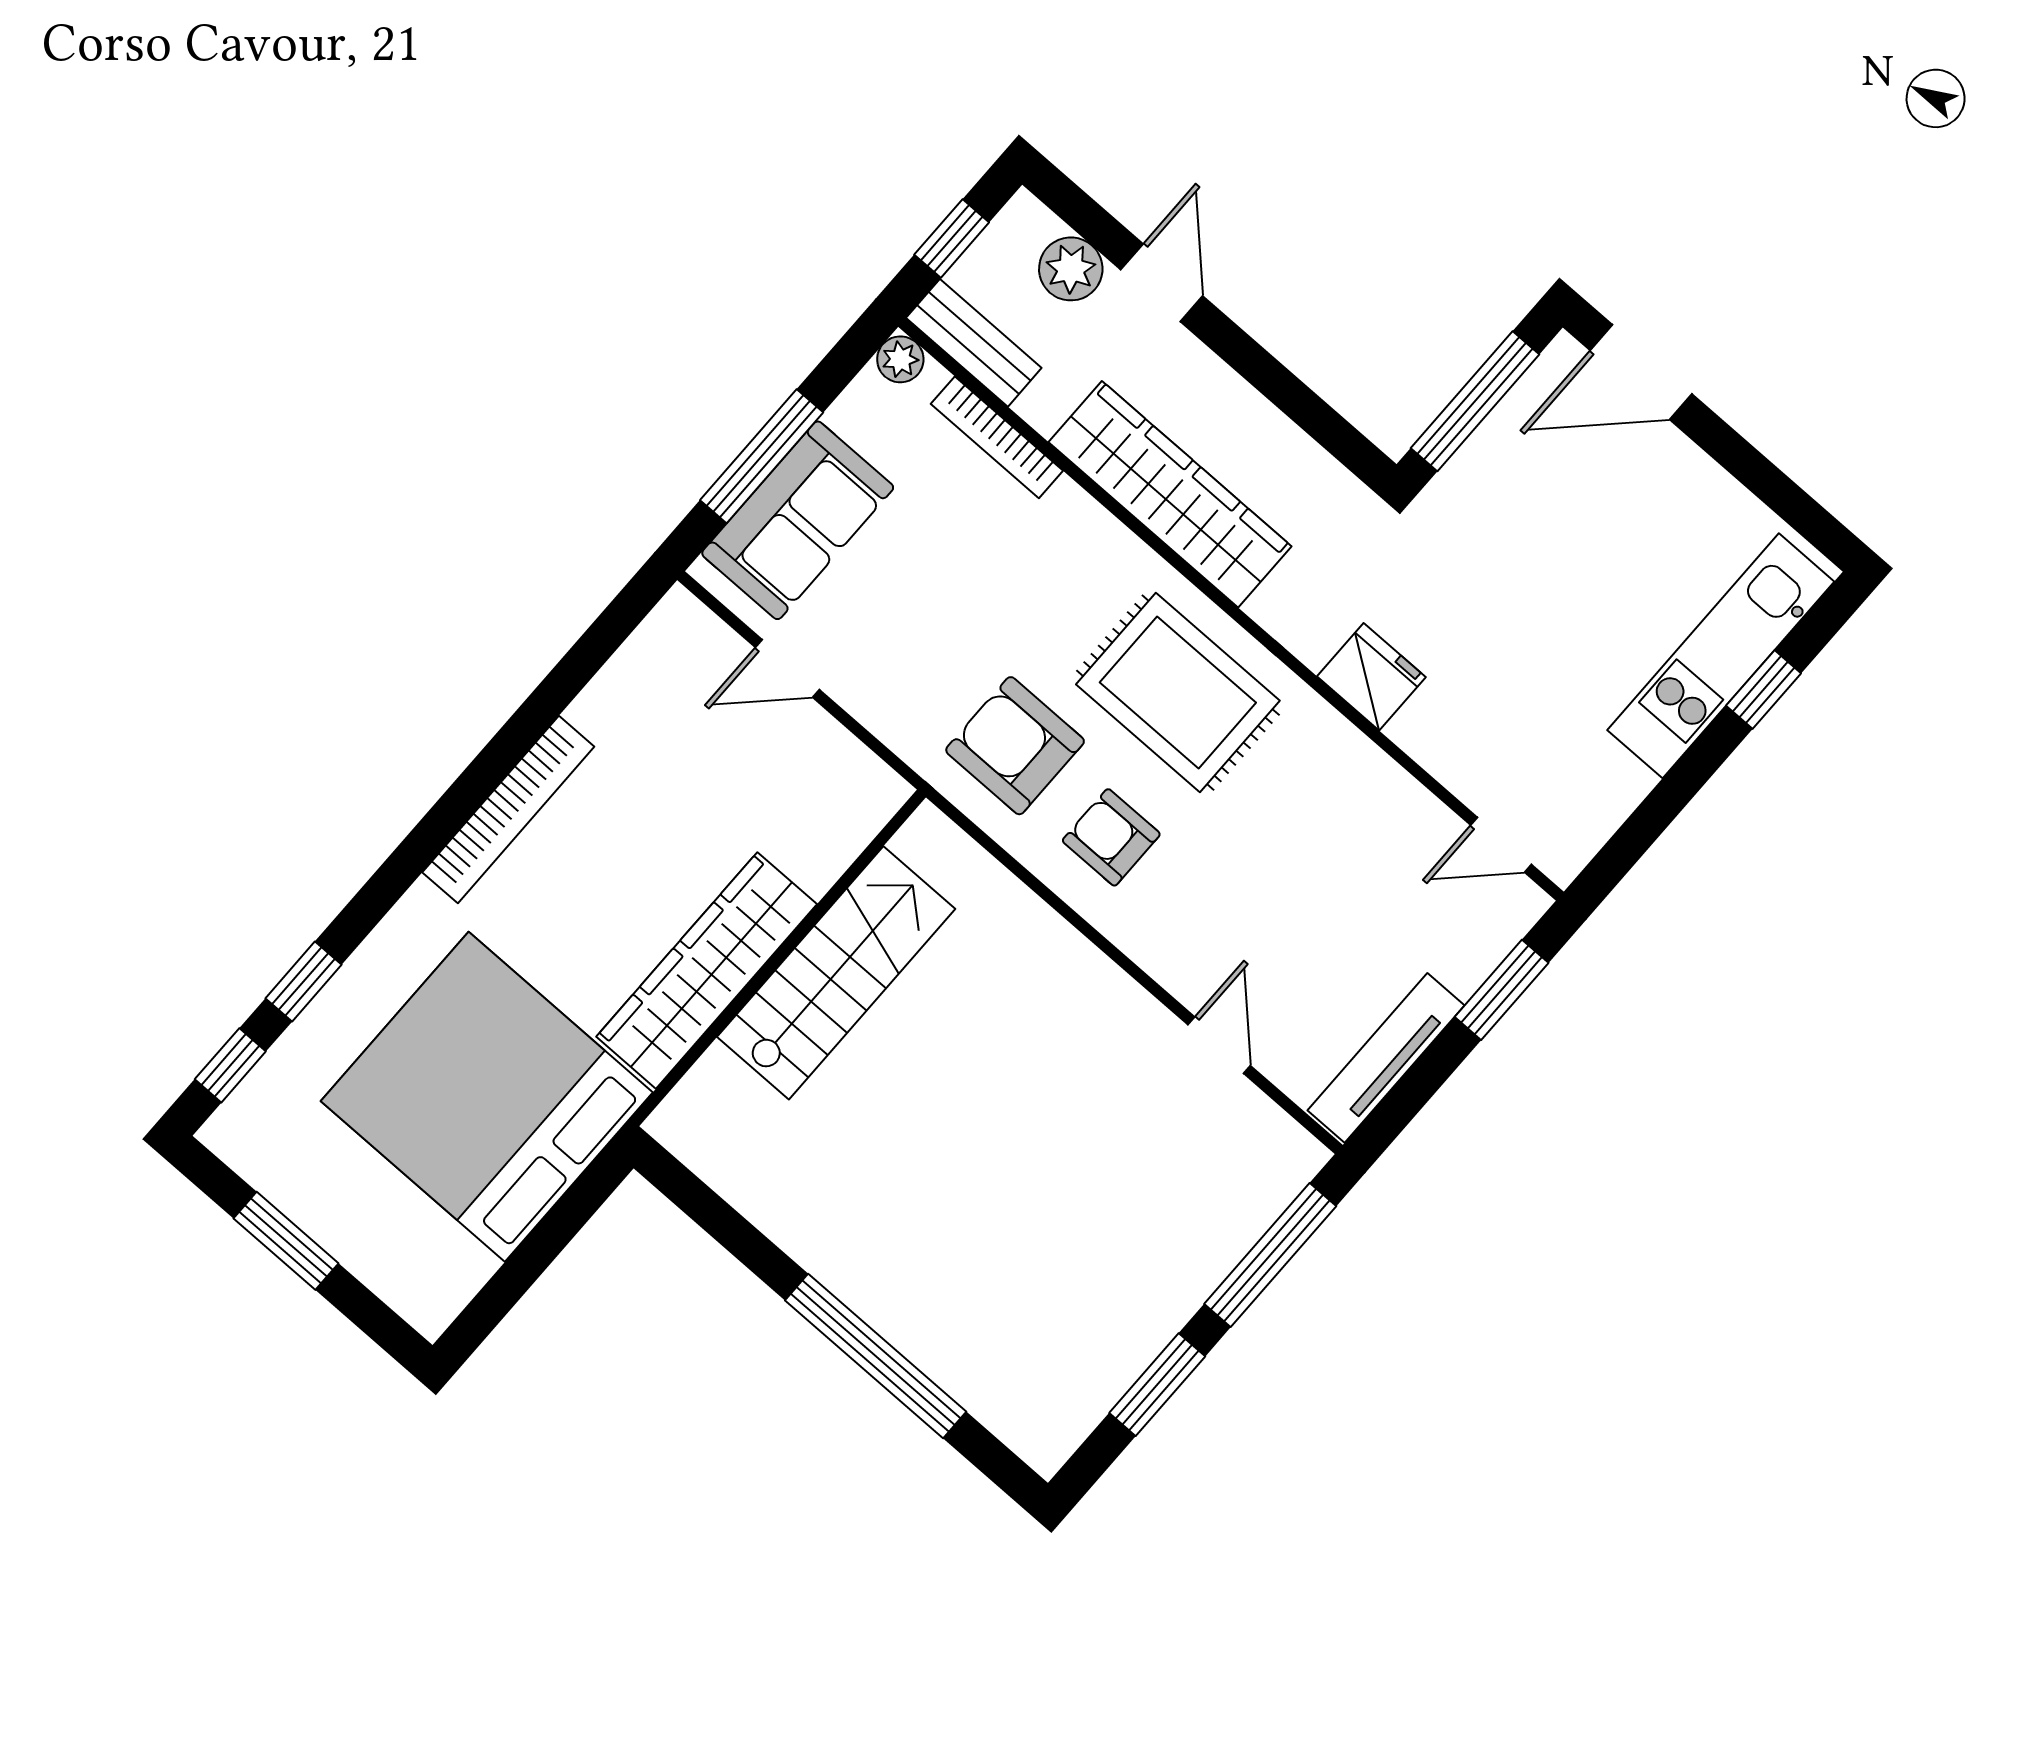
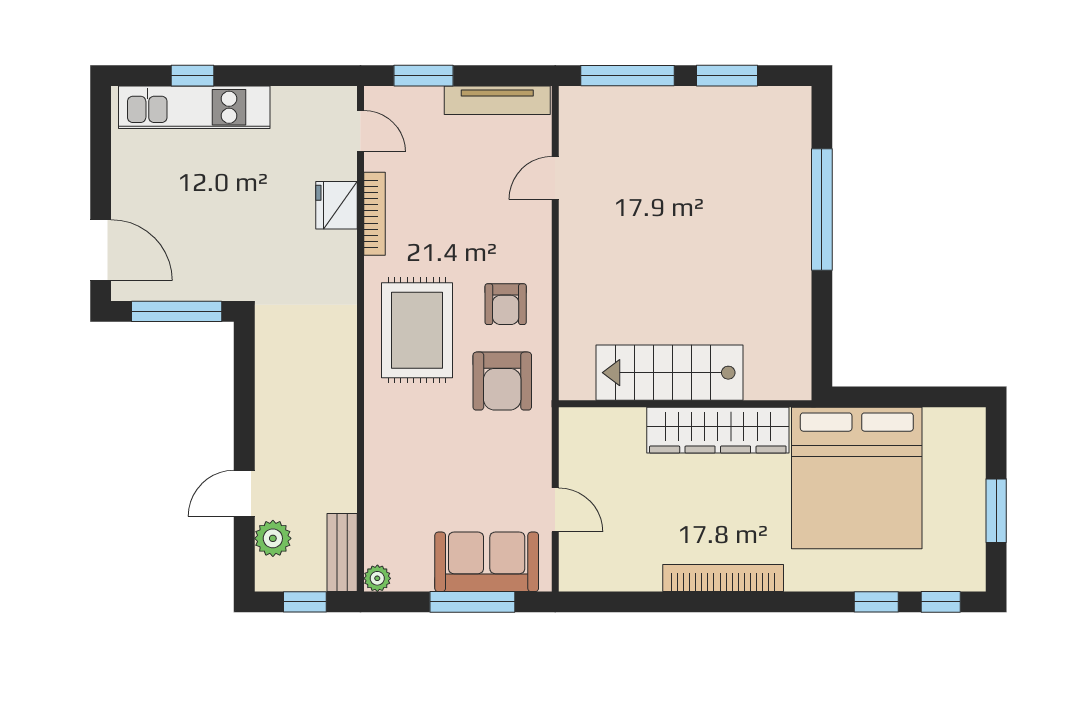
bookcase: (997, 437) -> (375, 214), moved
wardrobe: (1170, 494) -> (333, 409), removed
fridge: (1371, 677) -> (336, 205), moved

